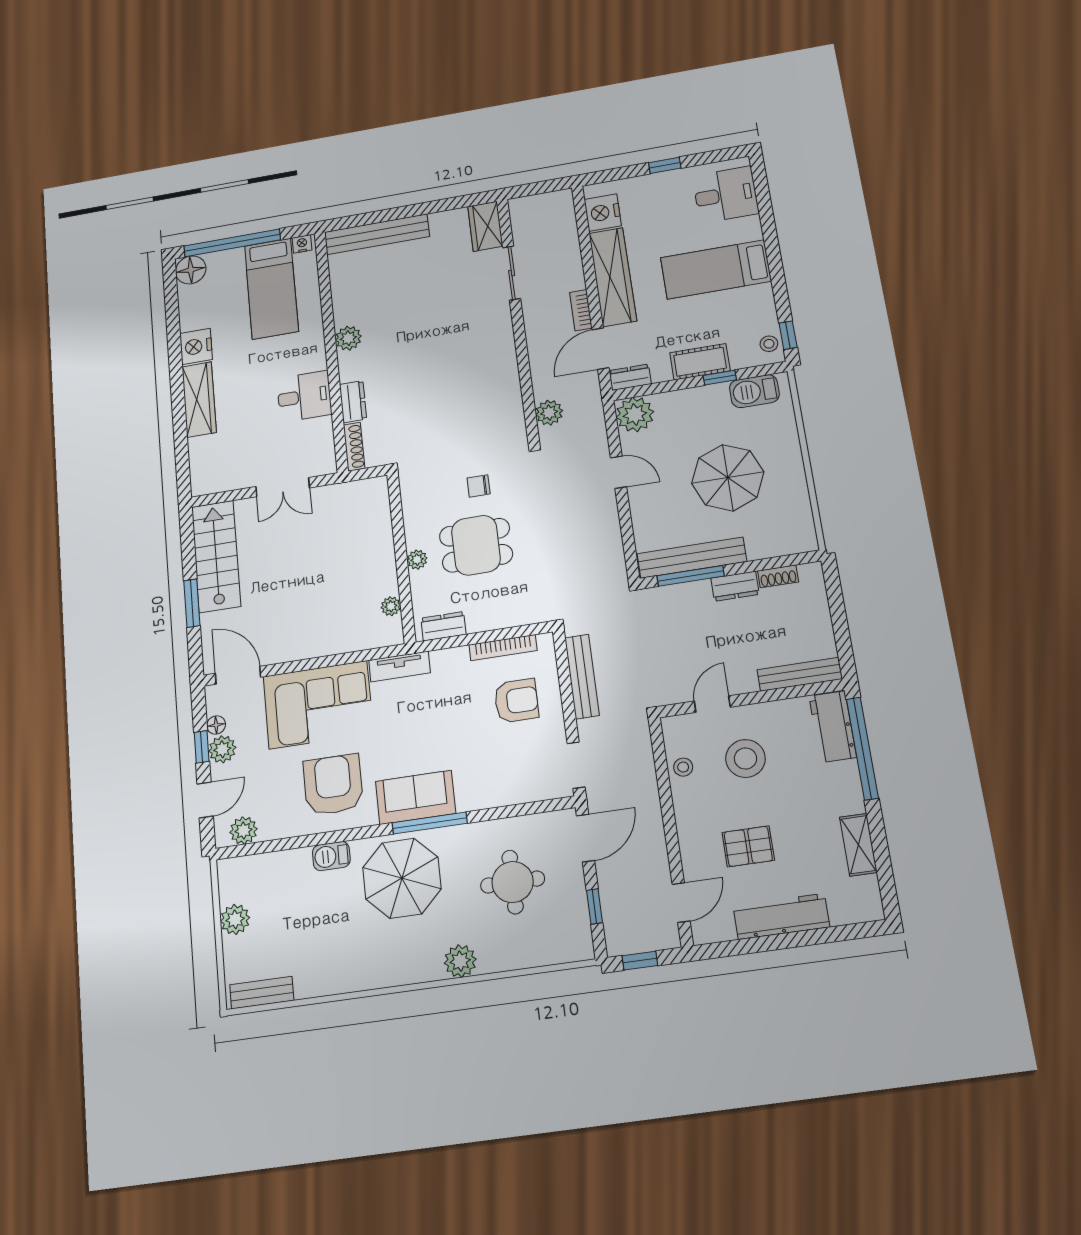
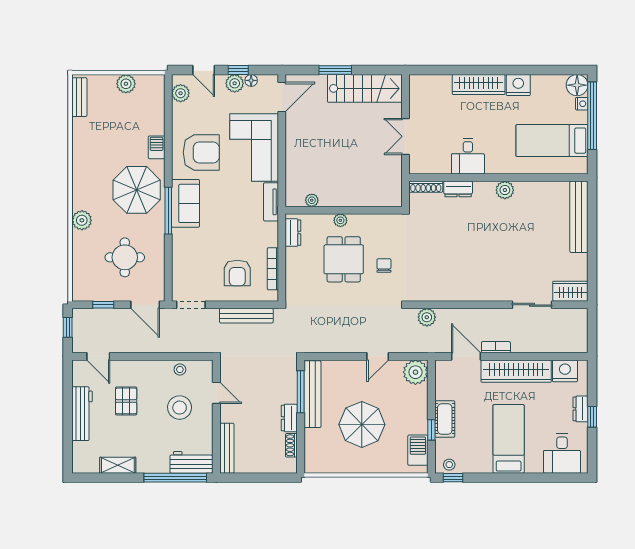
nightstand: (302, 244) -> (582, 104), moved
dresser: (630, 377) -> (581, 409), moved, turned 180

